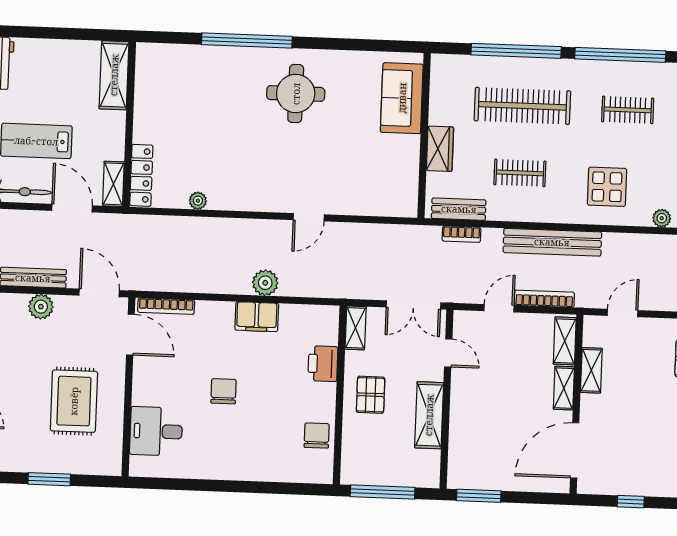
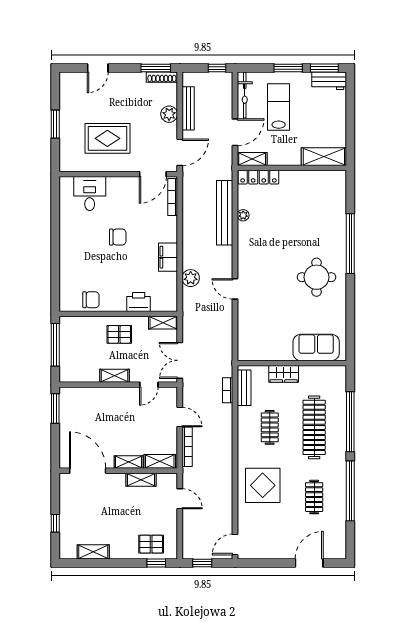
display table: (607, 187) -> (263, 485), width x1.36, depth x1.36
plant: (662, 218) -> (243, 522), removed
bench: (552, 242) -> (225, 213), moved
plant: (265, 283) -> (191, 278), moved
shelving: (429, 415) -> (115, 376), width x0.67, depth x0.75
window: (631, 502) -> (55, 523), moved

